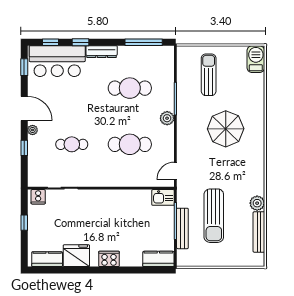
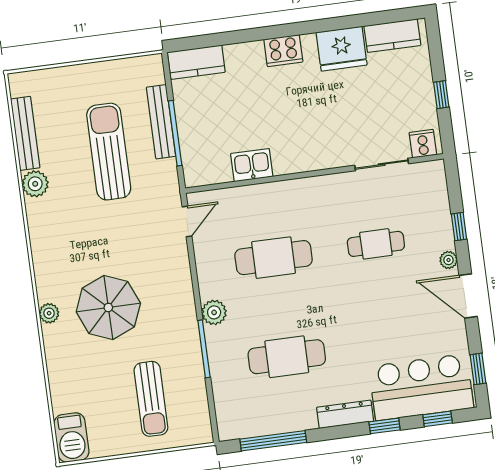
plant: (259, 130) -> (49, 313), added
kitchen sink: (163, 197) -> (252, 165), moved

